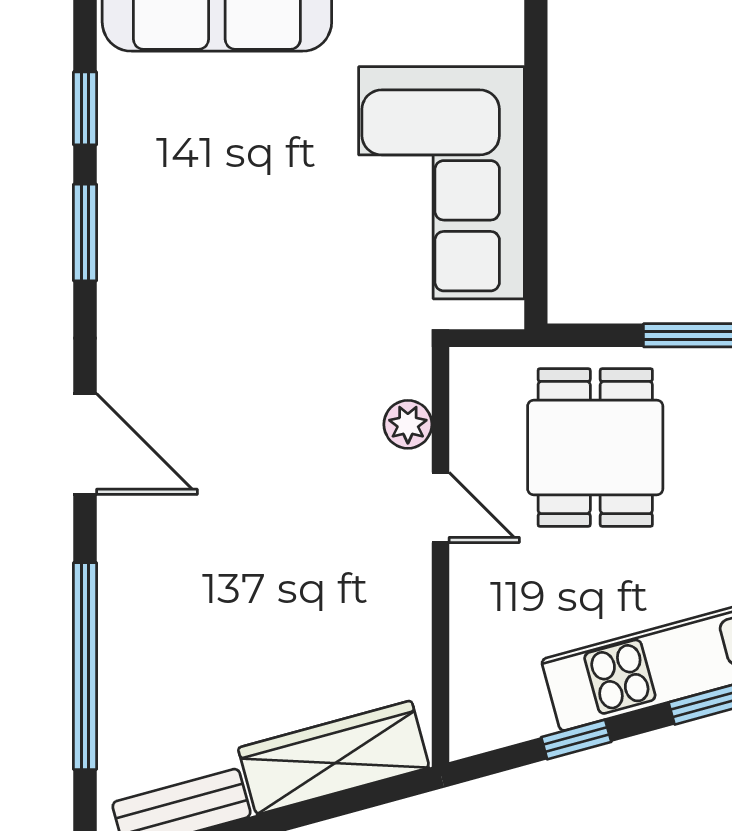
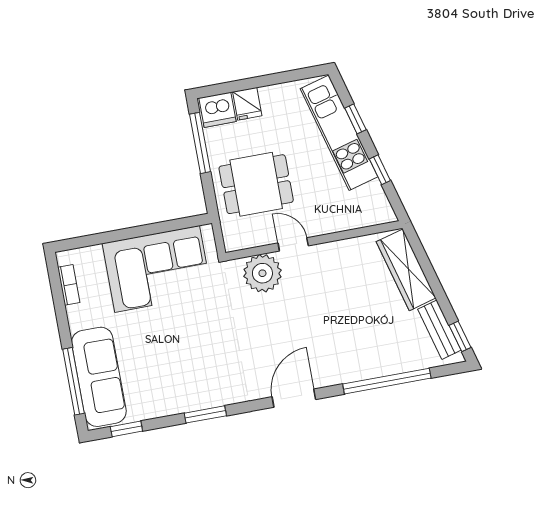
window: (85, 108) -> (126, 429), moved
plant: (408, 424) -> (262, 273), width x1.87, depth x1.87
door: (440, 507) -> (293, 244), hinge flipped

